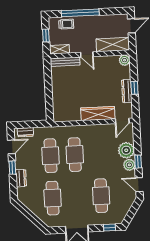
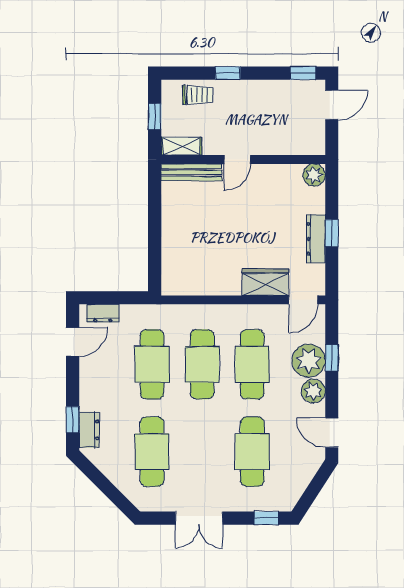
window: (117, 11) -> (303, 73), added
window: (80, 13) -> (228, 73), width x0.32
shelving: (113, 45) -> (291, 142), removed
door: (87, 54) -> (237, 160), hinge flipped
wardrobe: (98, 114) -> (265, 282), width x0.67
cafe table: (99, 153) -> (252, 364), added
window: (138, 162) -> (332, 358), moved
window: (12, 168) -> (73, 420), moved
dresser: (21, 178) -> (89, 430), moved

